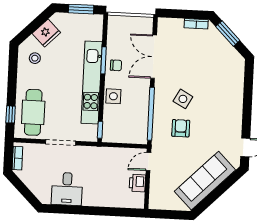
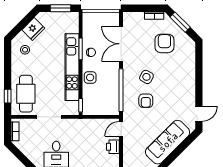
armchair: (207, 59) -> (164, 43), added
armchair: (181, 128) -> (146, 101), turned 180

